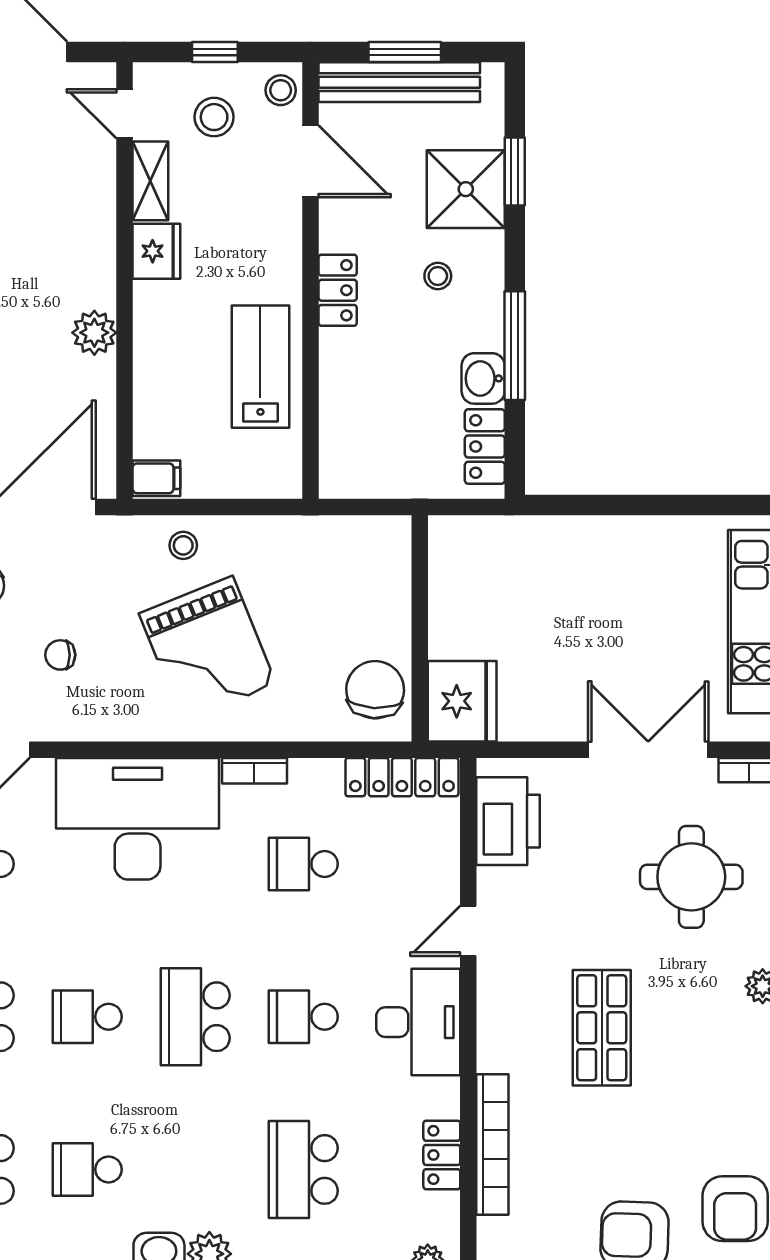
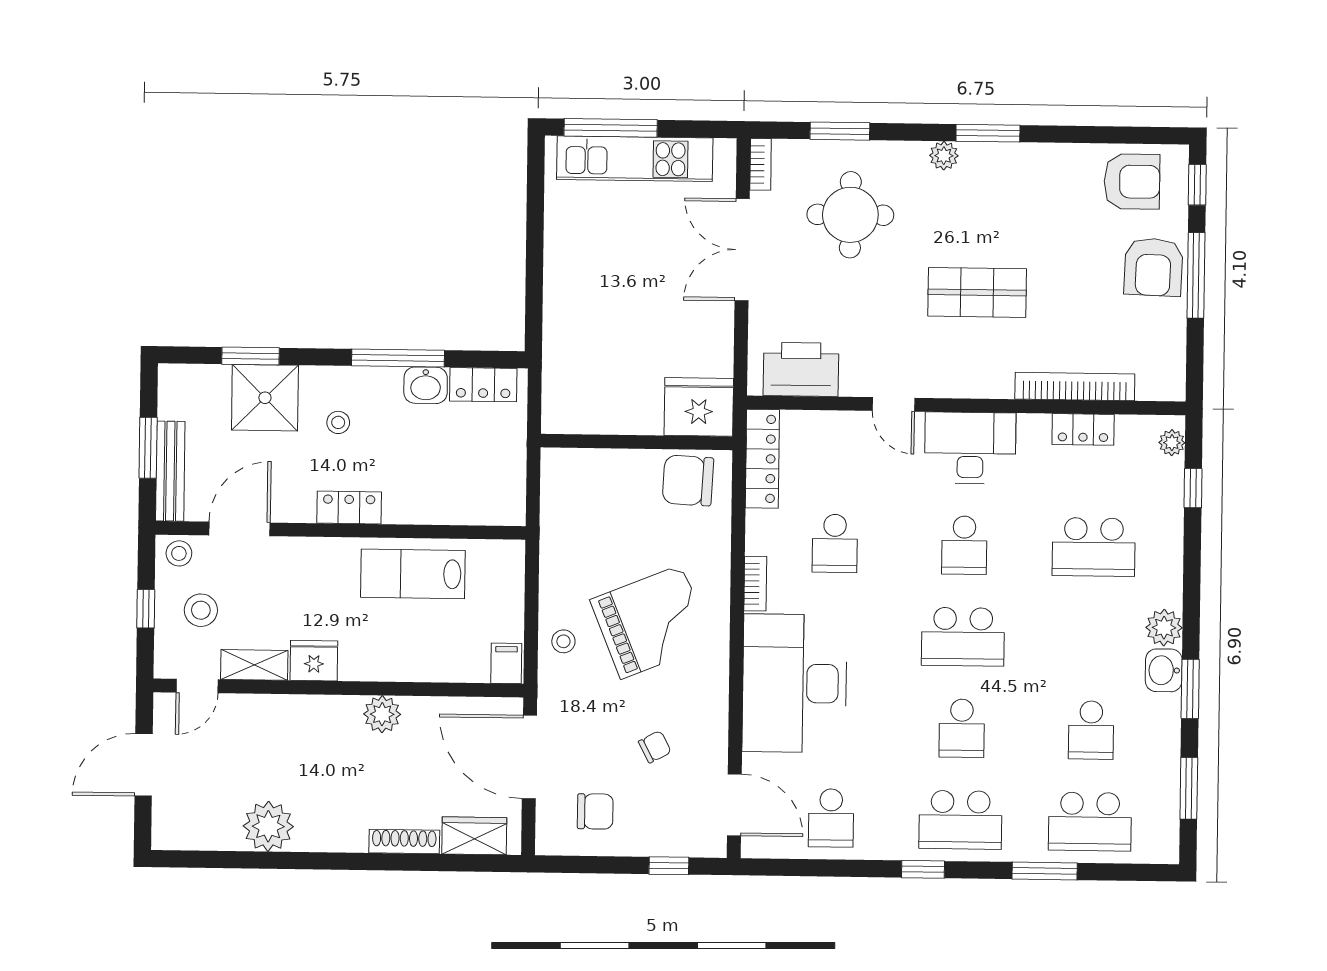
bench: (399, 82) -> (170, 471), width x0.73, depth x0.82
chair: (60, 655) -> (655, 747), turned -118

